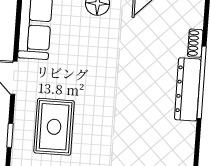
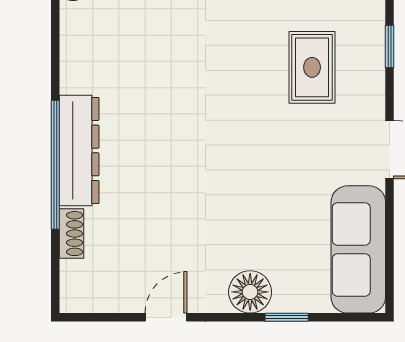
rug: (54, 127) -> (312, 67), width x0.73, depth x0.70

